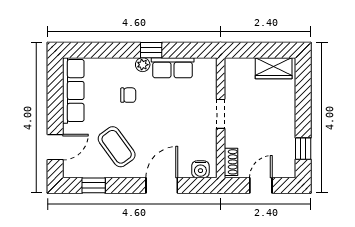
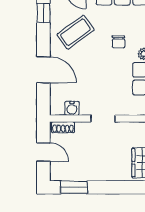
window: (303, 149) -> (74, 187), width x1.50
water cooler: (200, 169) -> (72, 108), moved, turned -90

